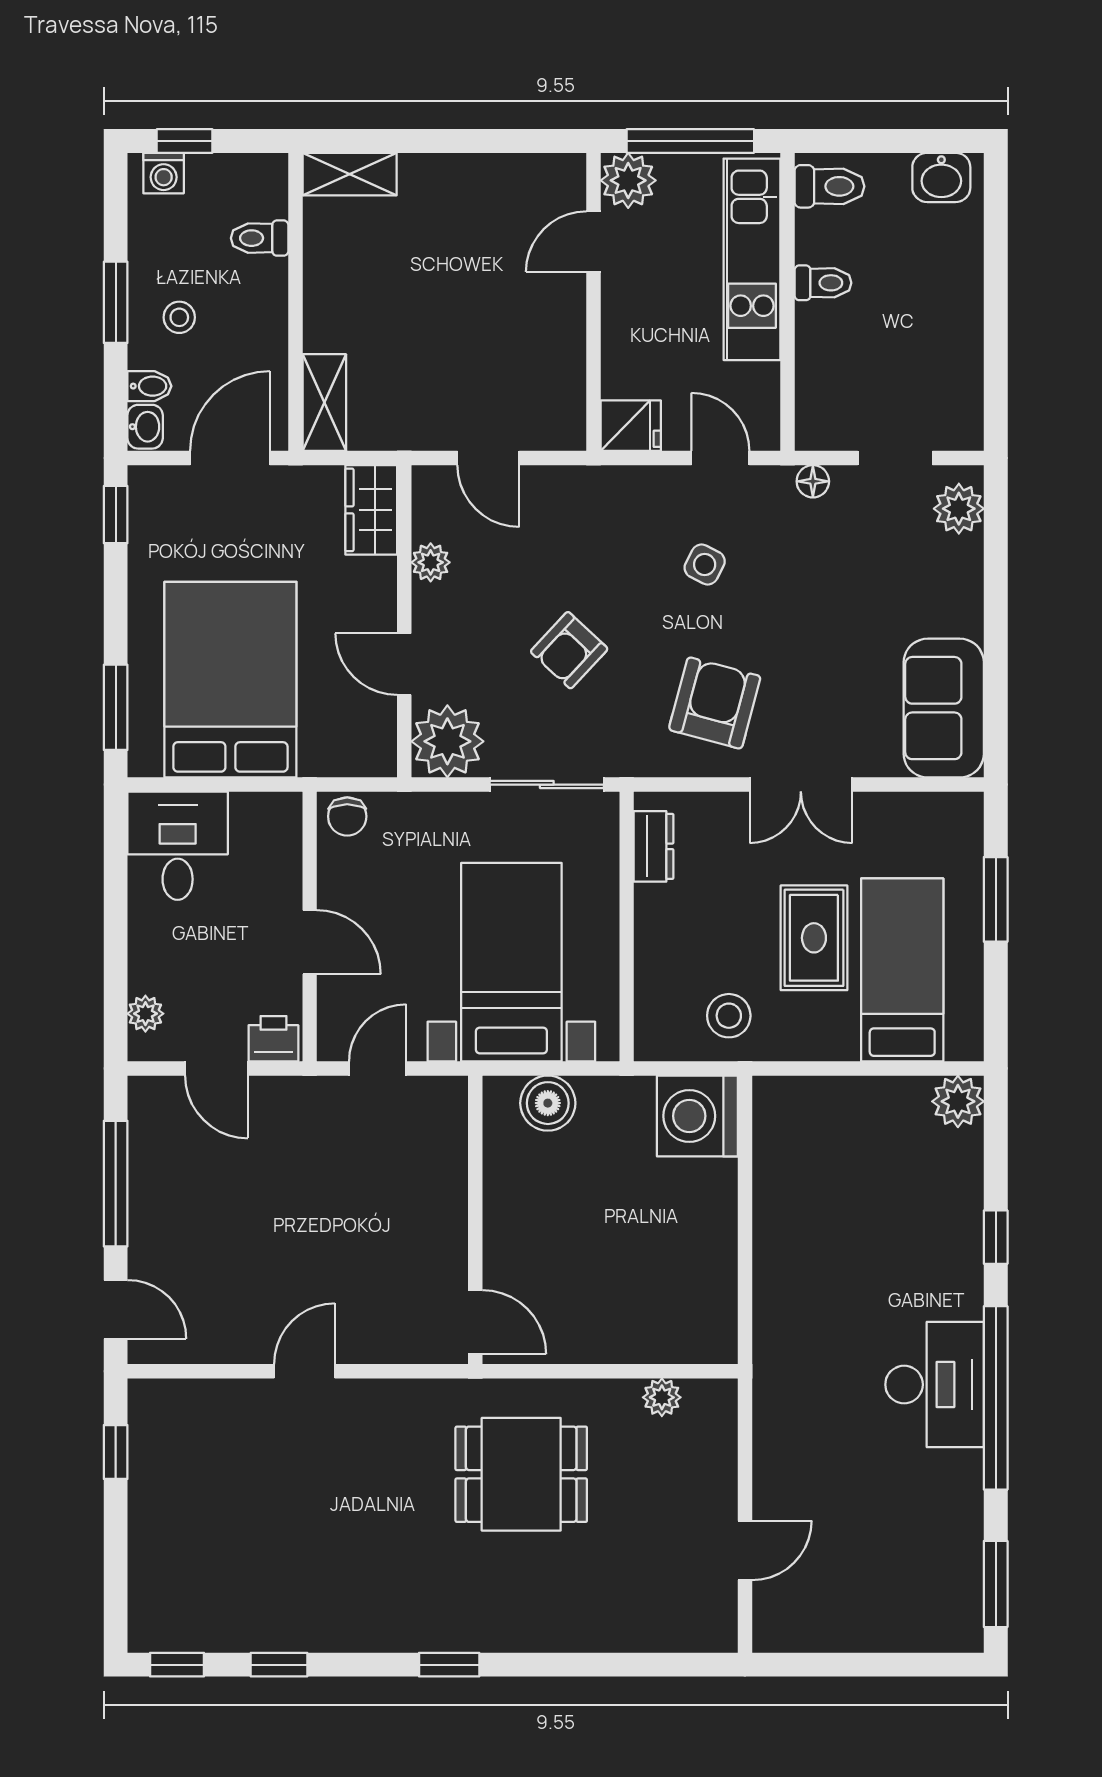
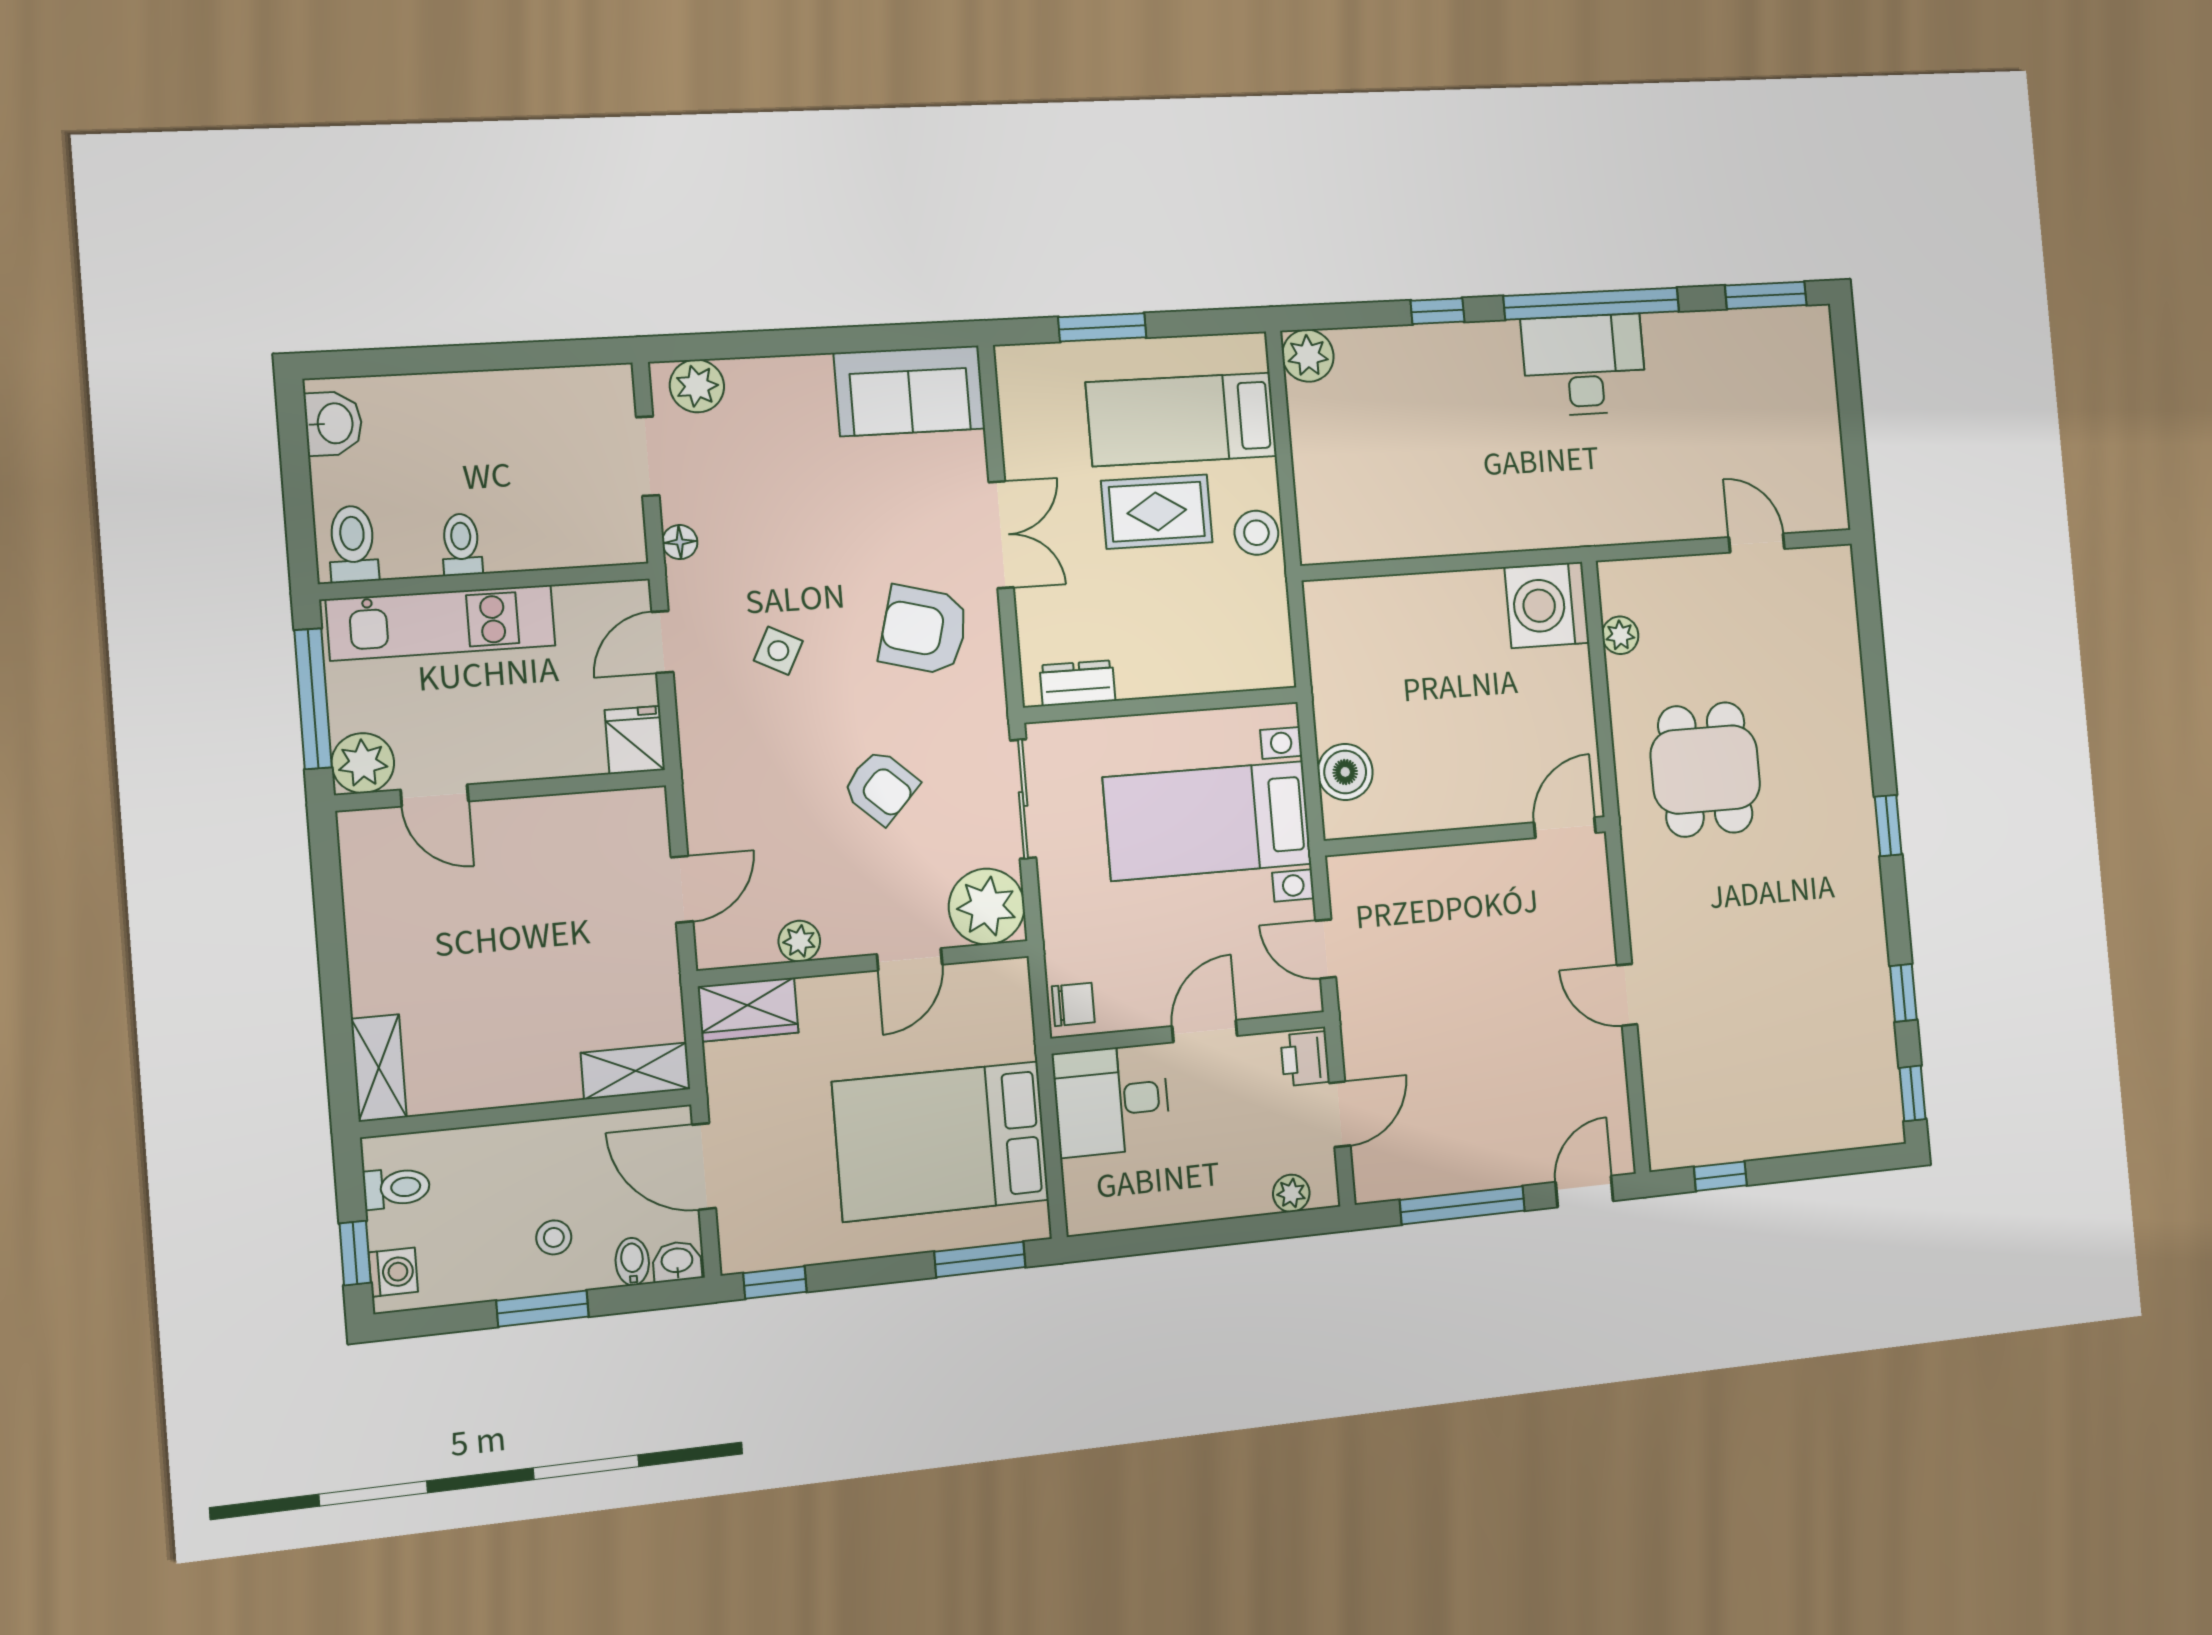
toilet: (260, 238) -> (397, 1188), moved, turned -90
desk: (178, 846) -> (1112, 1100), moved
stool: (729, 1016) -> (1256, 533), moved
washing machine: (697, 1116) -> (1547, 605), moved, turned 90

